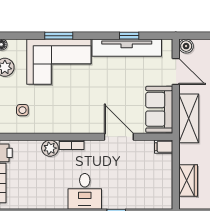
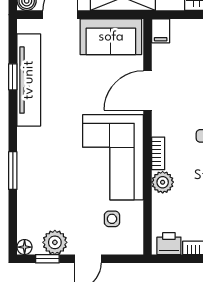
corner sofa: (59, 62) -> (113, 157), moved, turned 180

